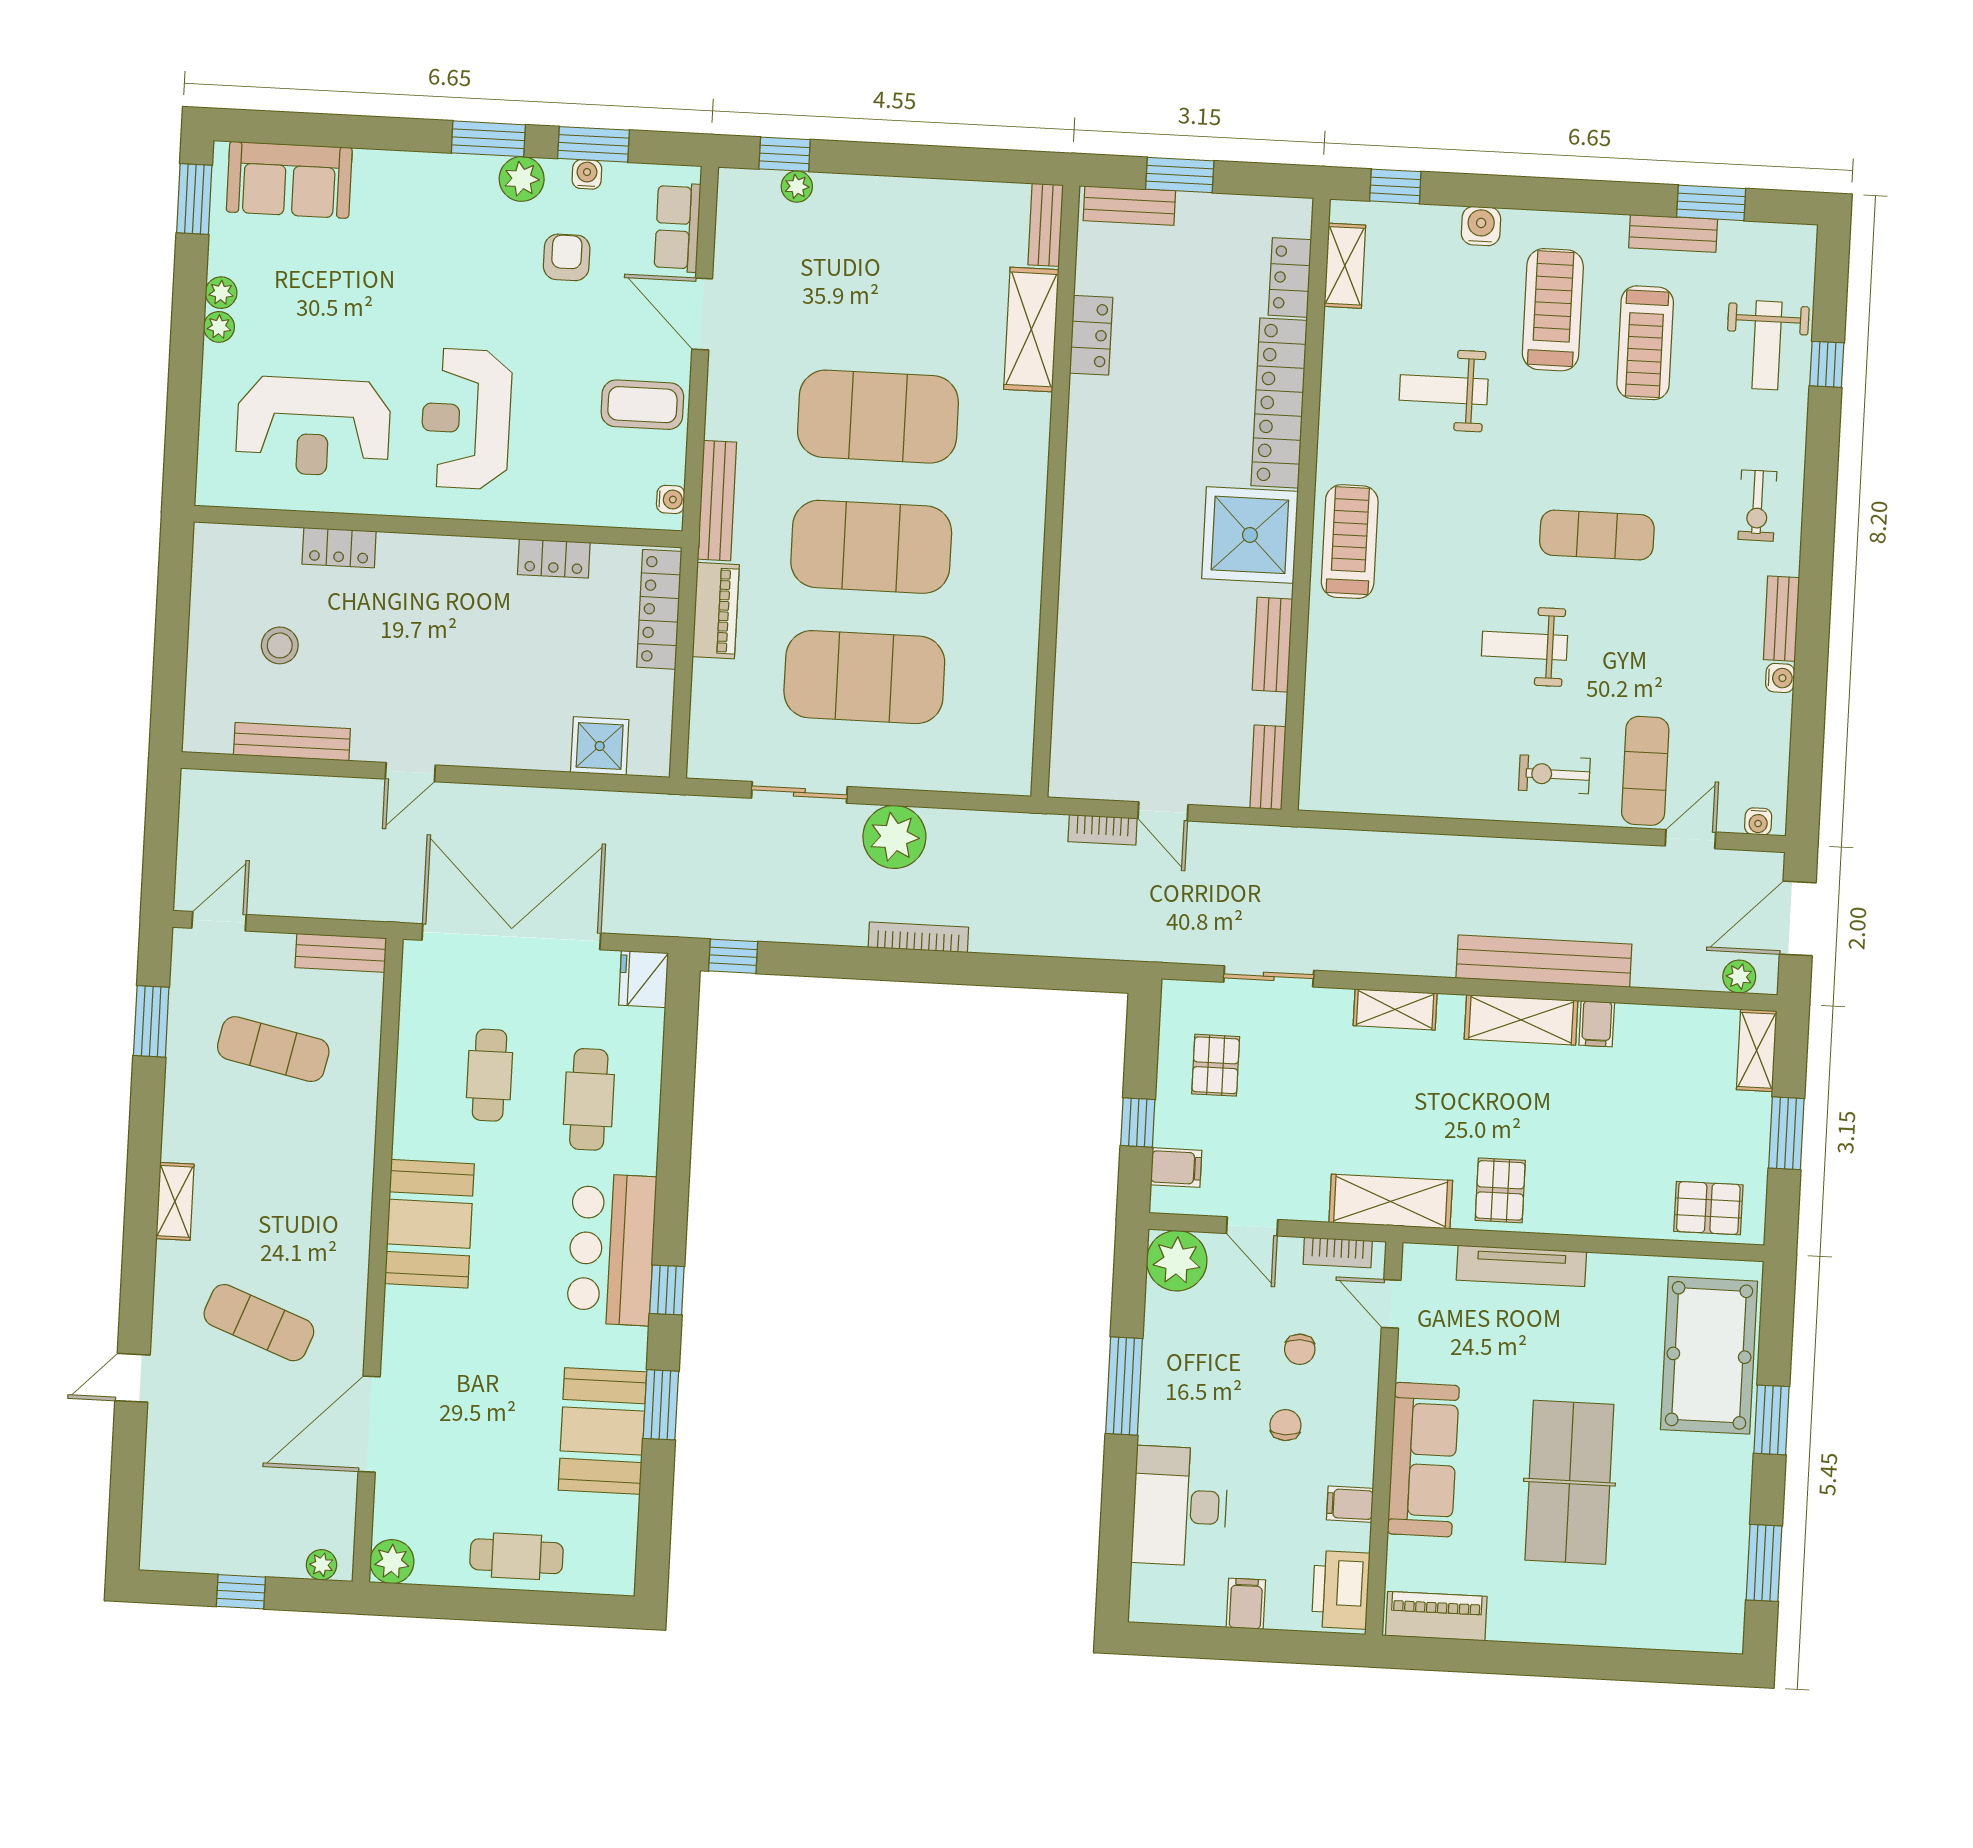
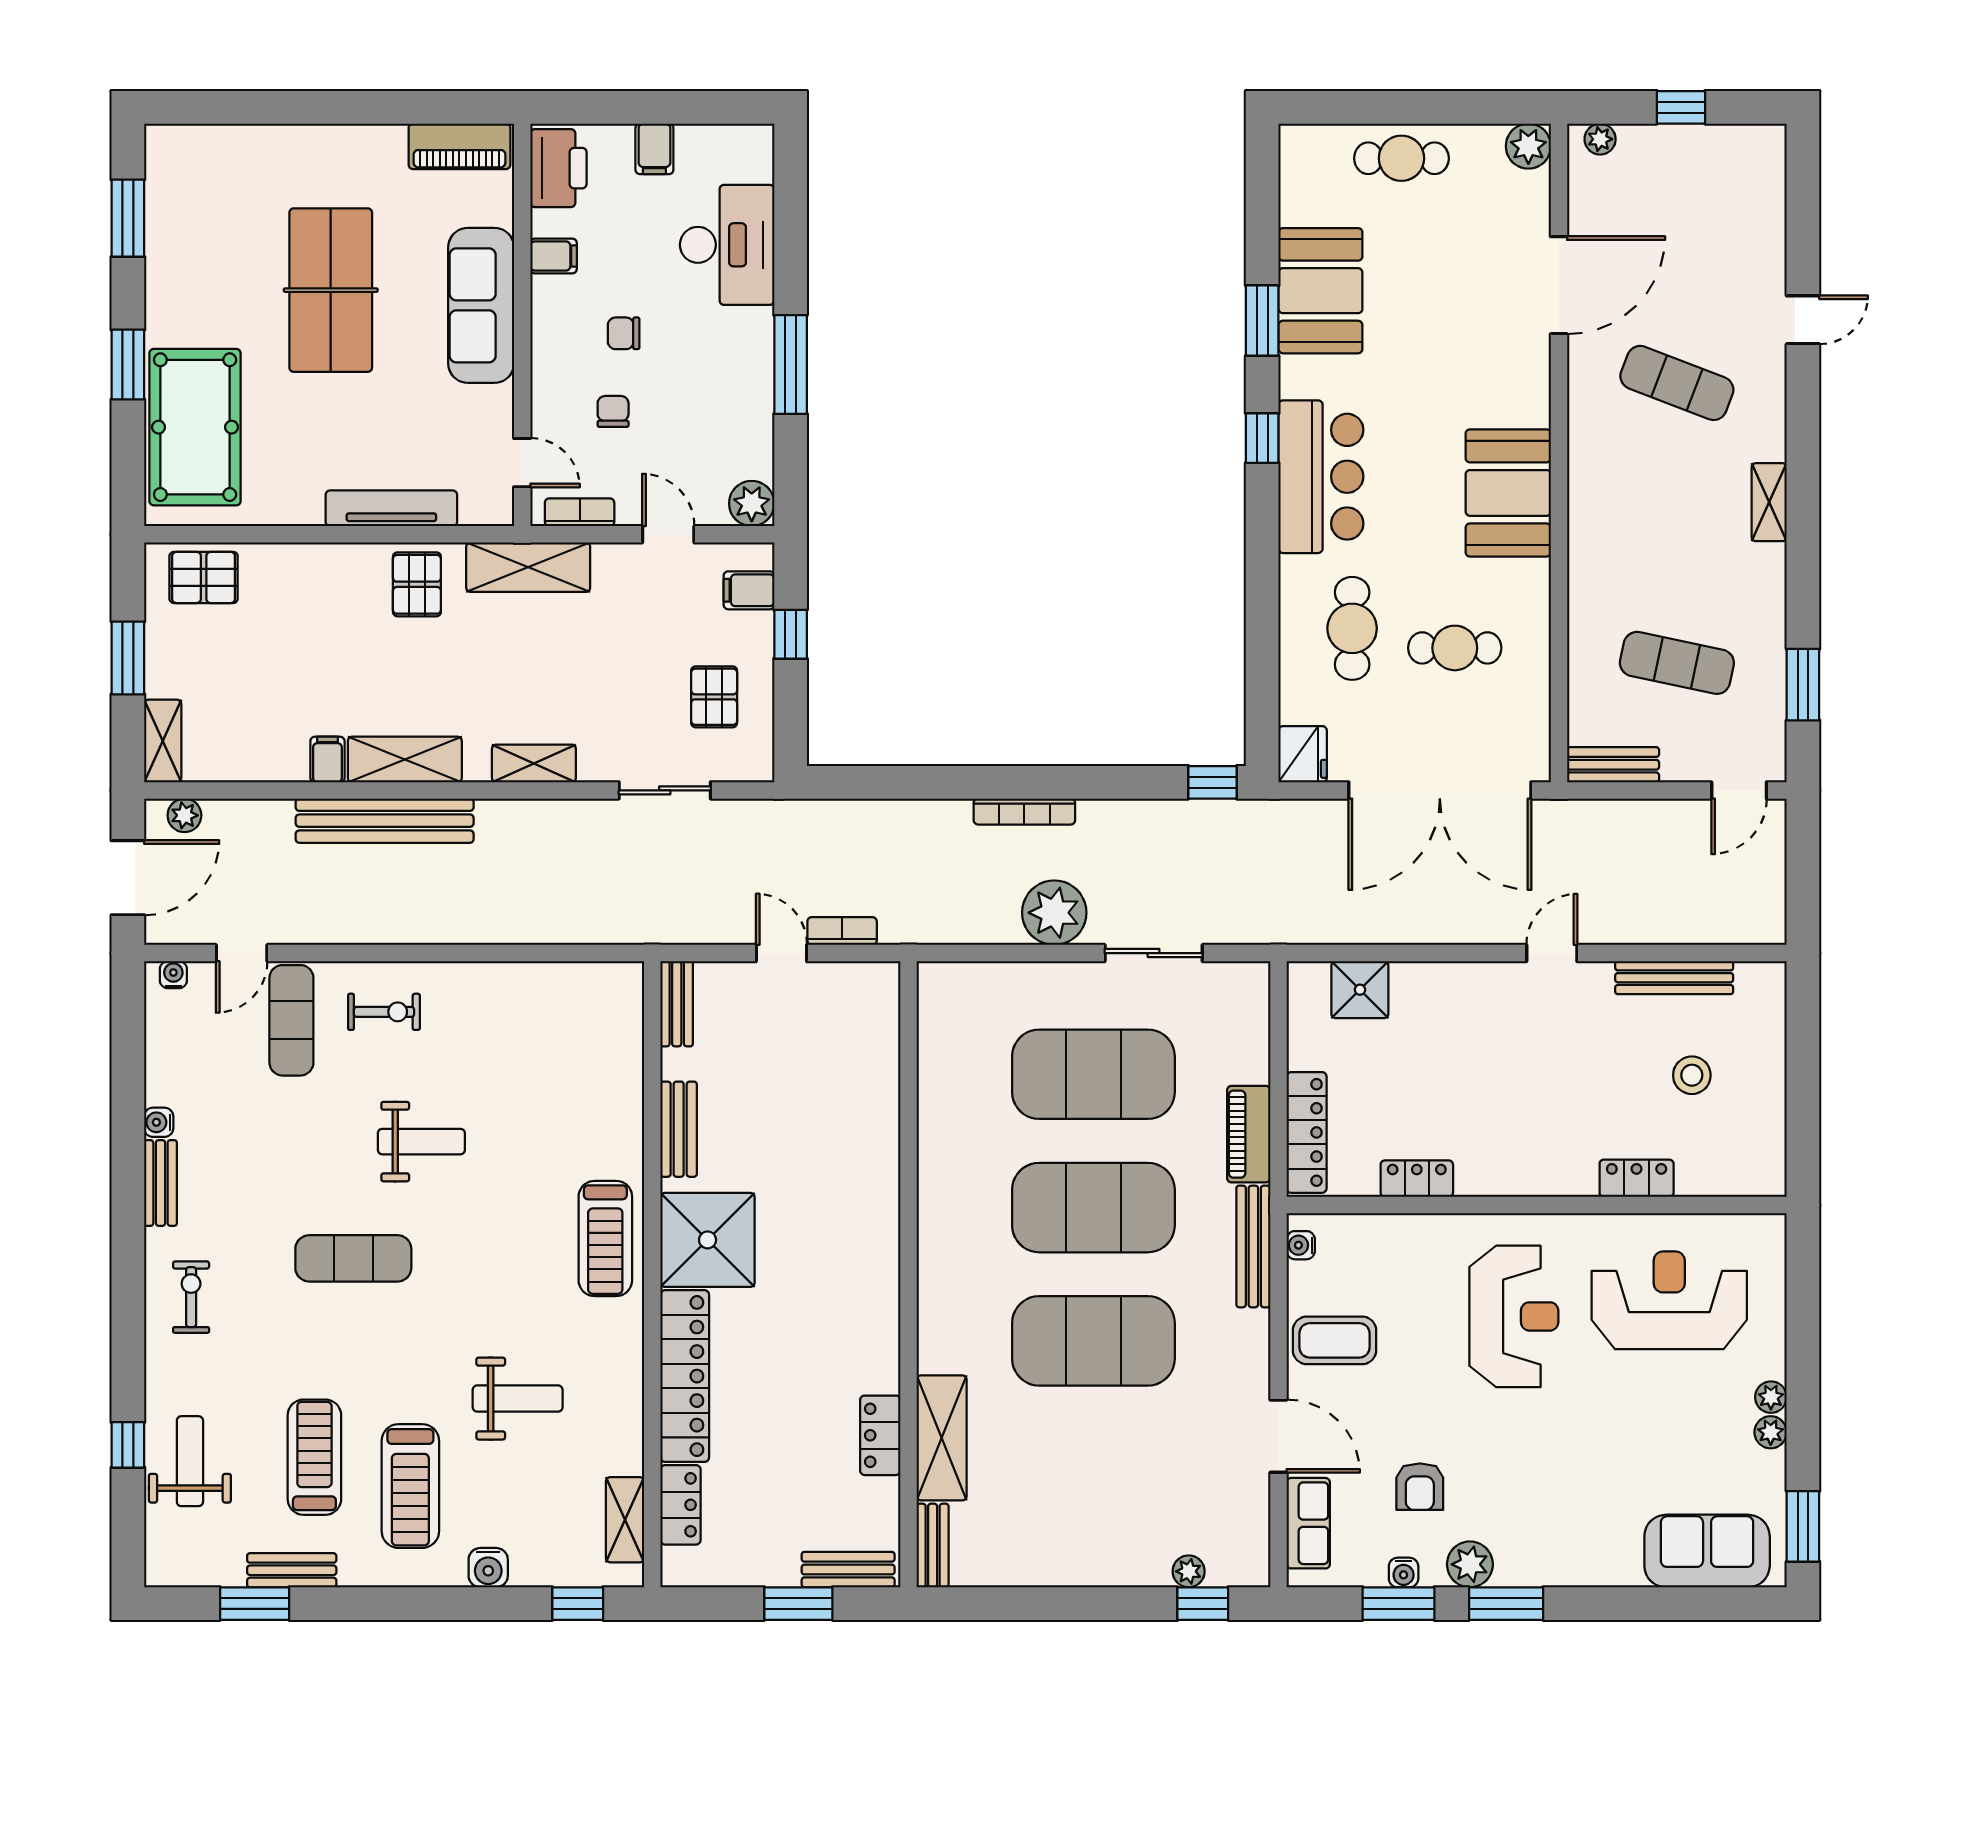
cafe table: (489, 1075) -> (1455, 648), turned 90
plant: (1177, 1261) -> (752, 503), width x0.73, depth x0.73
chair: (1285, 1425) -> (624, 333), turned 90

